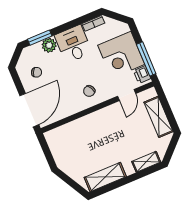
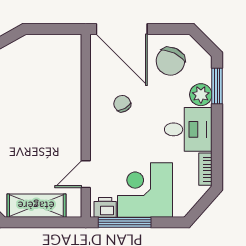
chair: (37, 72) -> (170, 61), width x1.87, depth x1.87
chair: (89, 91) -> (122, 104), moved
door: (127, 95) -> (86, 174), hinge flipped

